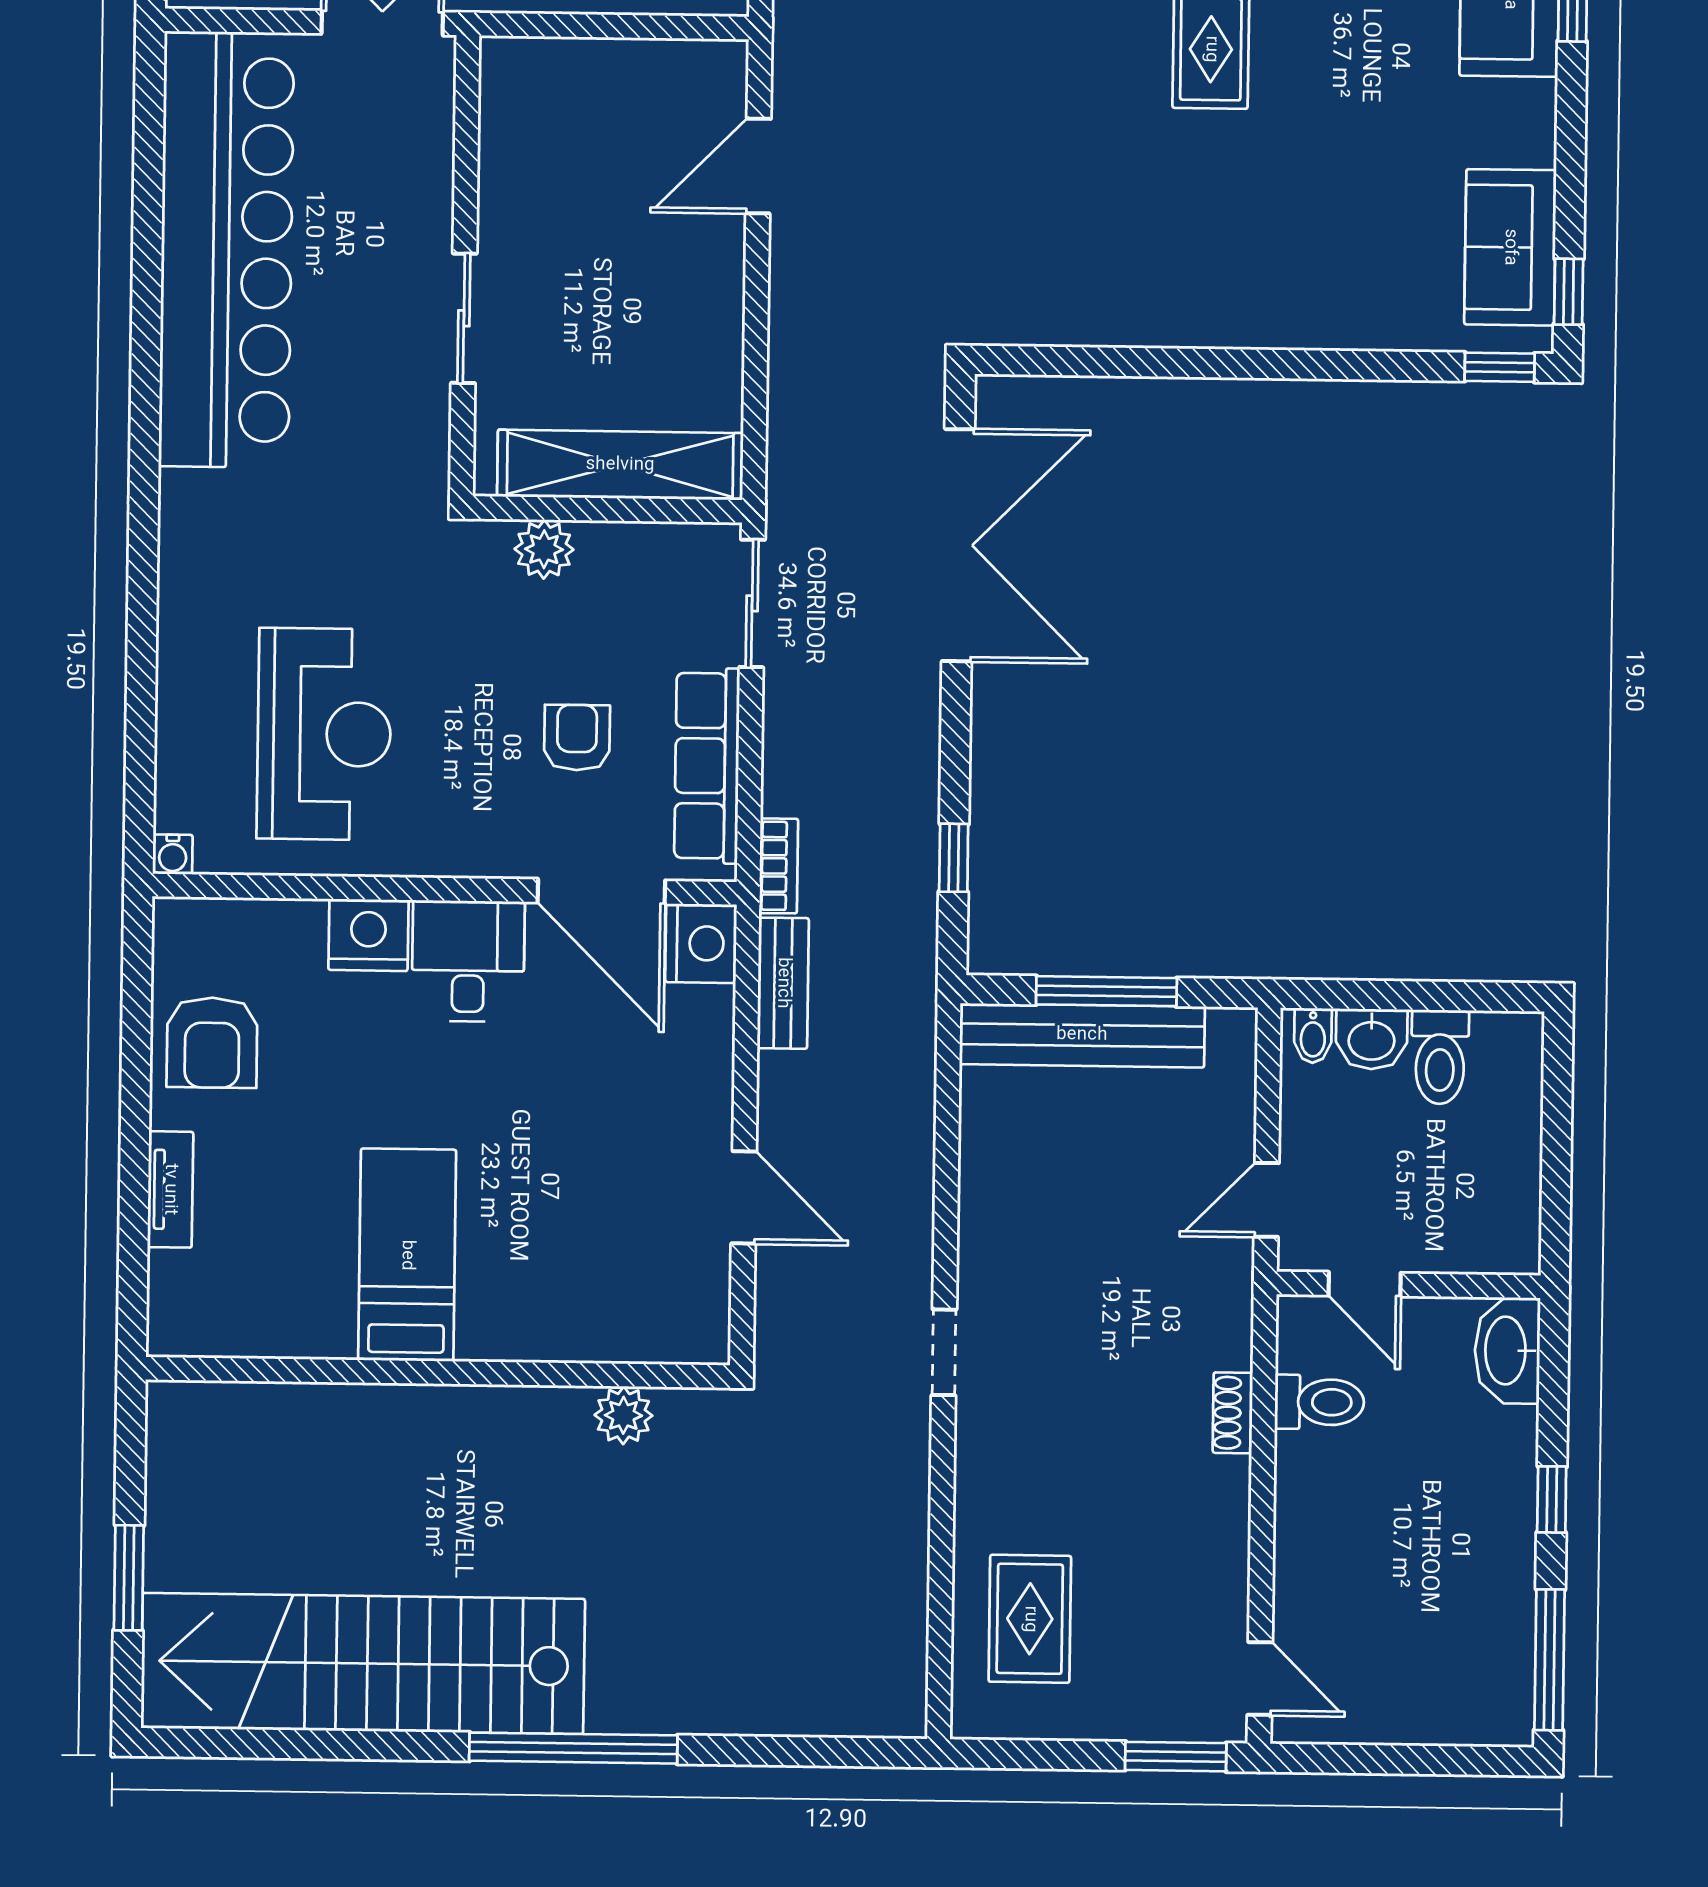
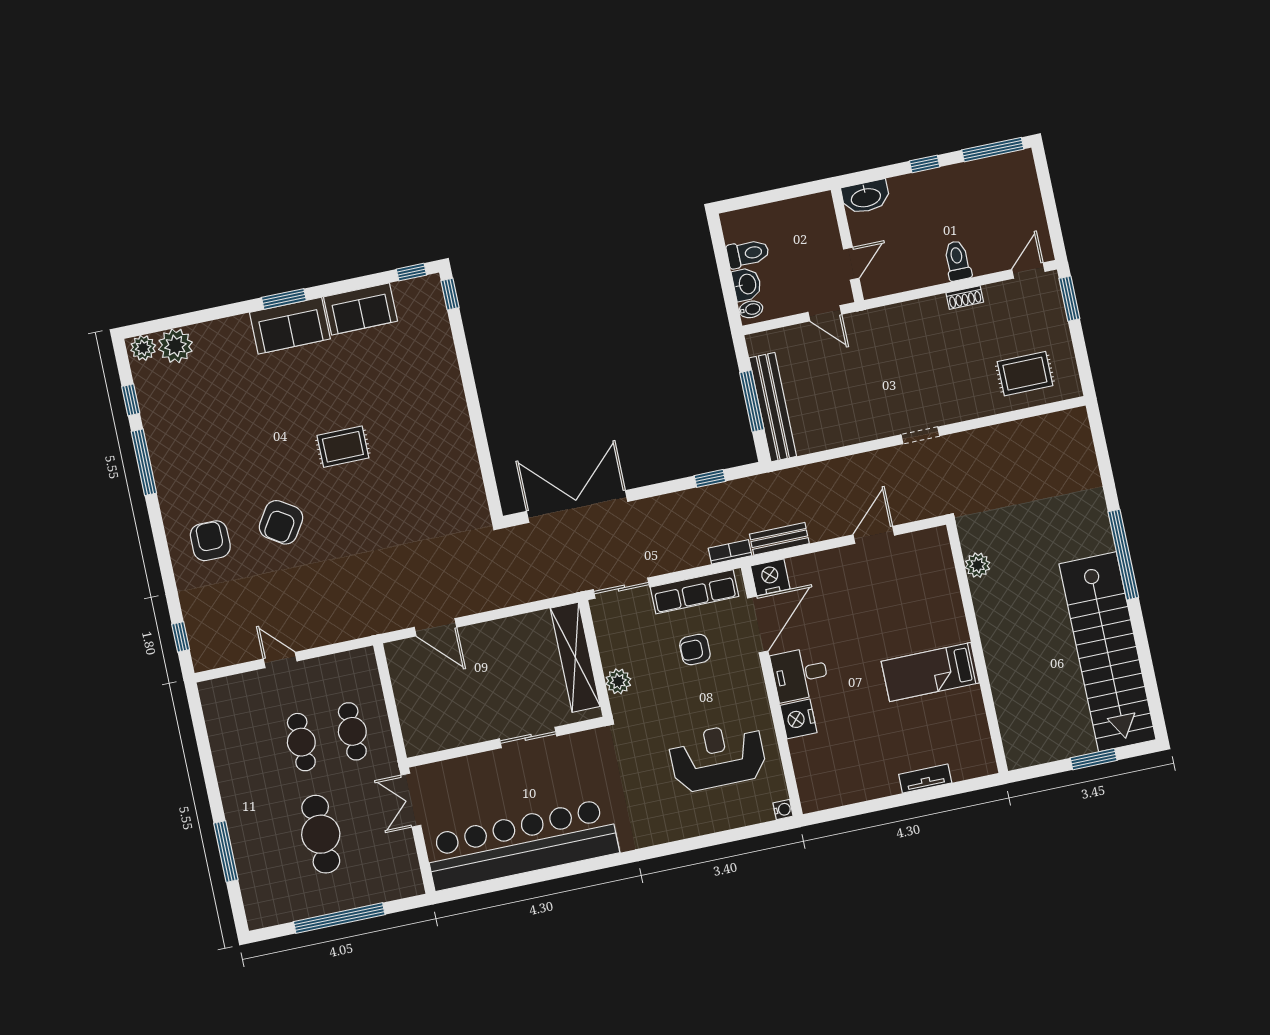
sofa: (1510, 247) -> (360, 309), moved
armchair: (212, 1043) -> (859, 775), removed
toilet: (1319, 1402) -> (957, 261), moved
shoe rack: (1233, 1413) -> (965, 298), moved

